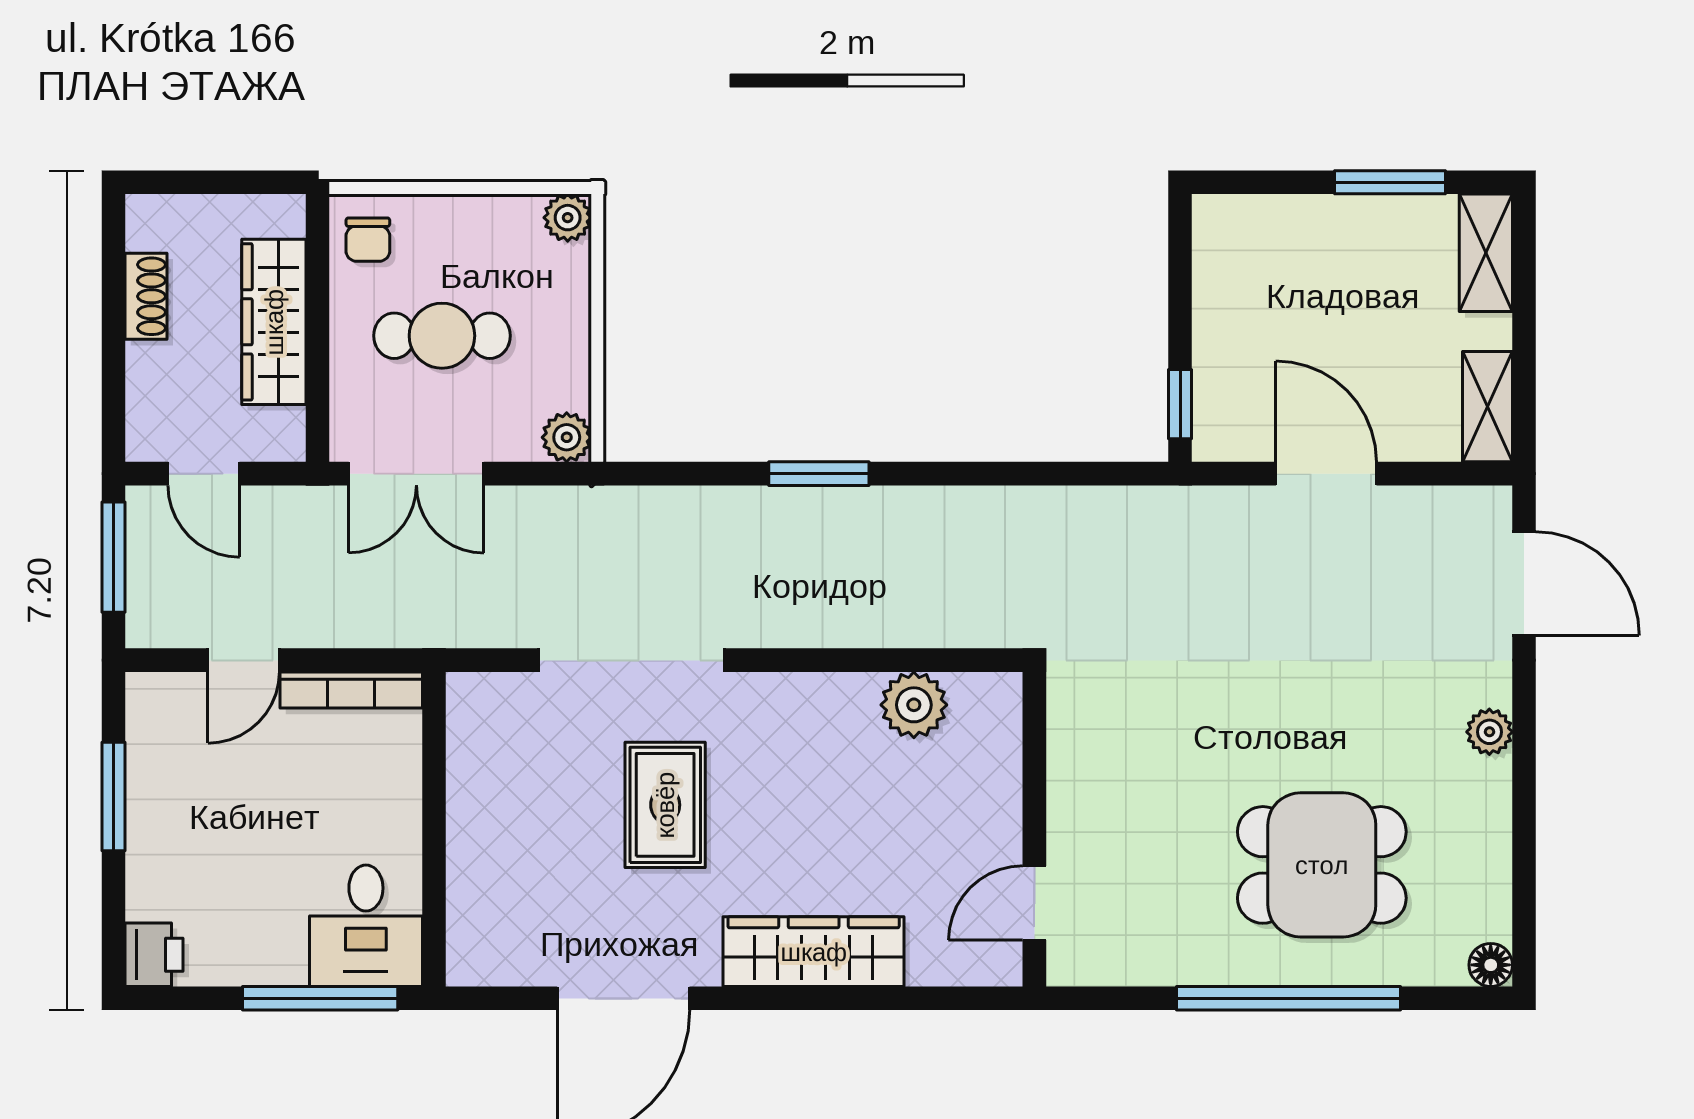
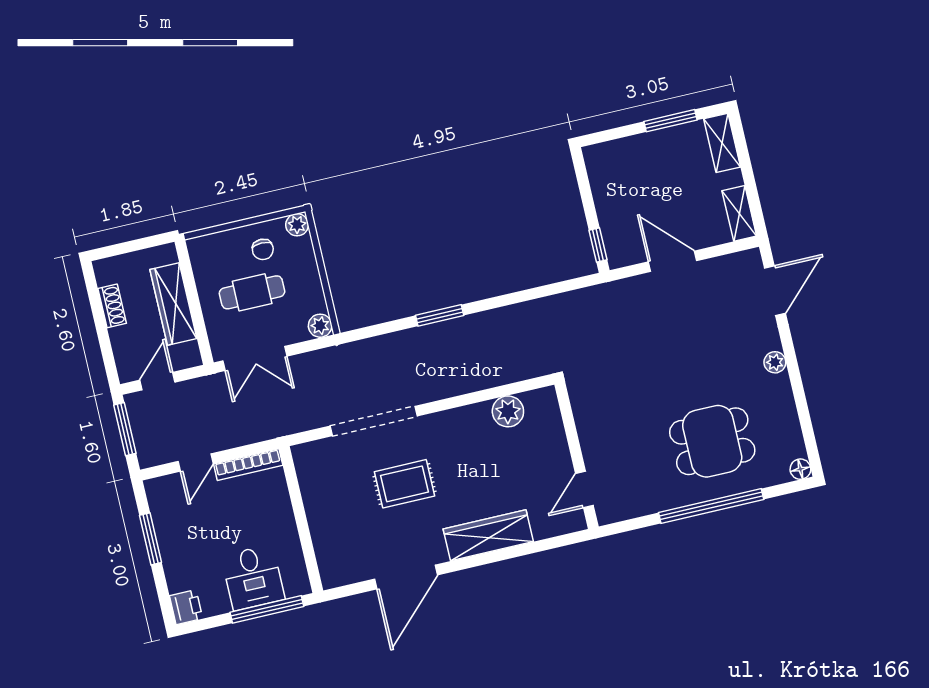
chair: (368, 240) -> (263, 249), moved
door: (204, 474) -> (157, 381), swing flipped
door: (1524, 583) -> (775, 291), hinge flipped
rug: (665, 805) -> (405, 484), turned 90
desk: (366, 926) -> (253, 578), moved

